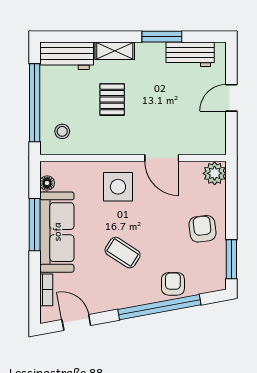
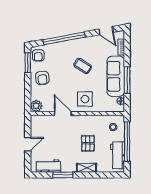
workbench: (67, 56) -> (117, 155), moved, turned -90
armchair: (173, 284) -> (38, 55), moved

